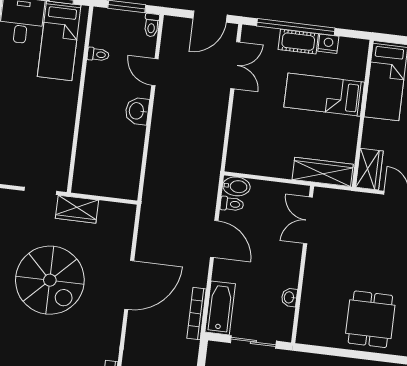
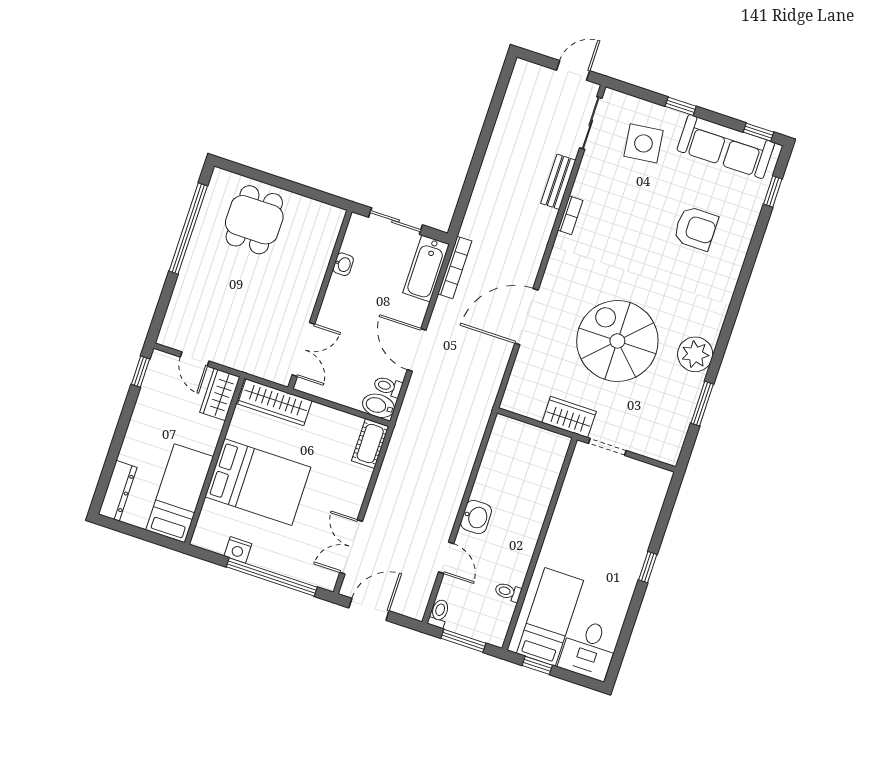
cot: (298, 42) -> (370, 444), moved, turned 90
bed: (324, 95) -> (258, 482), width x1.50

